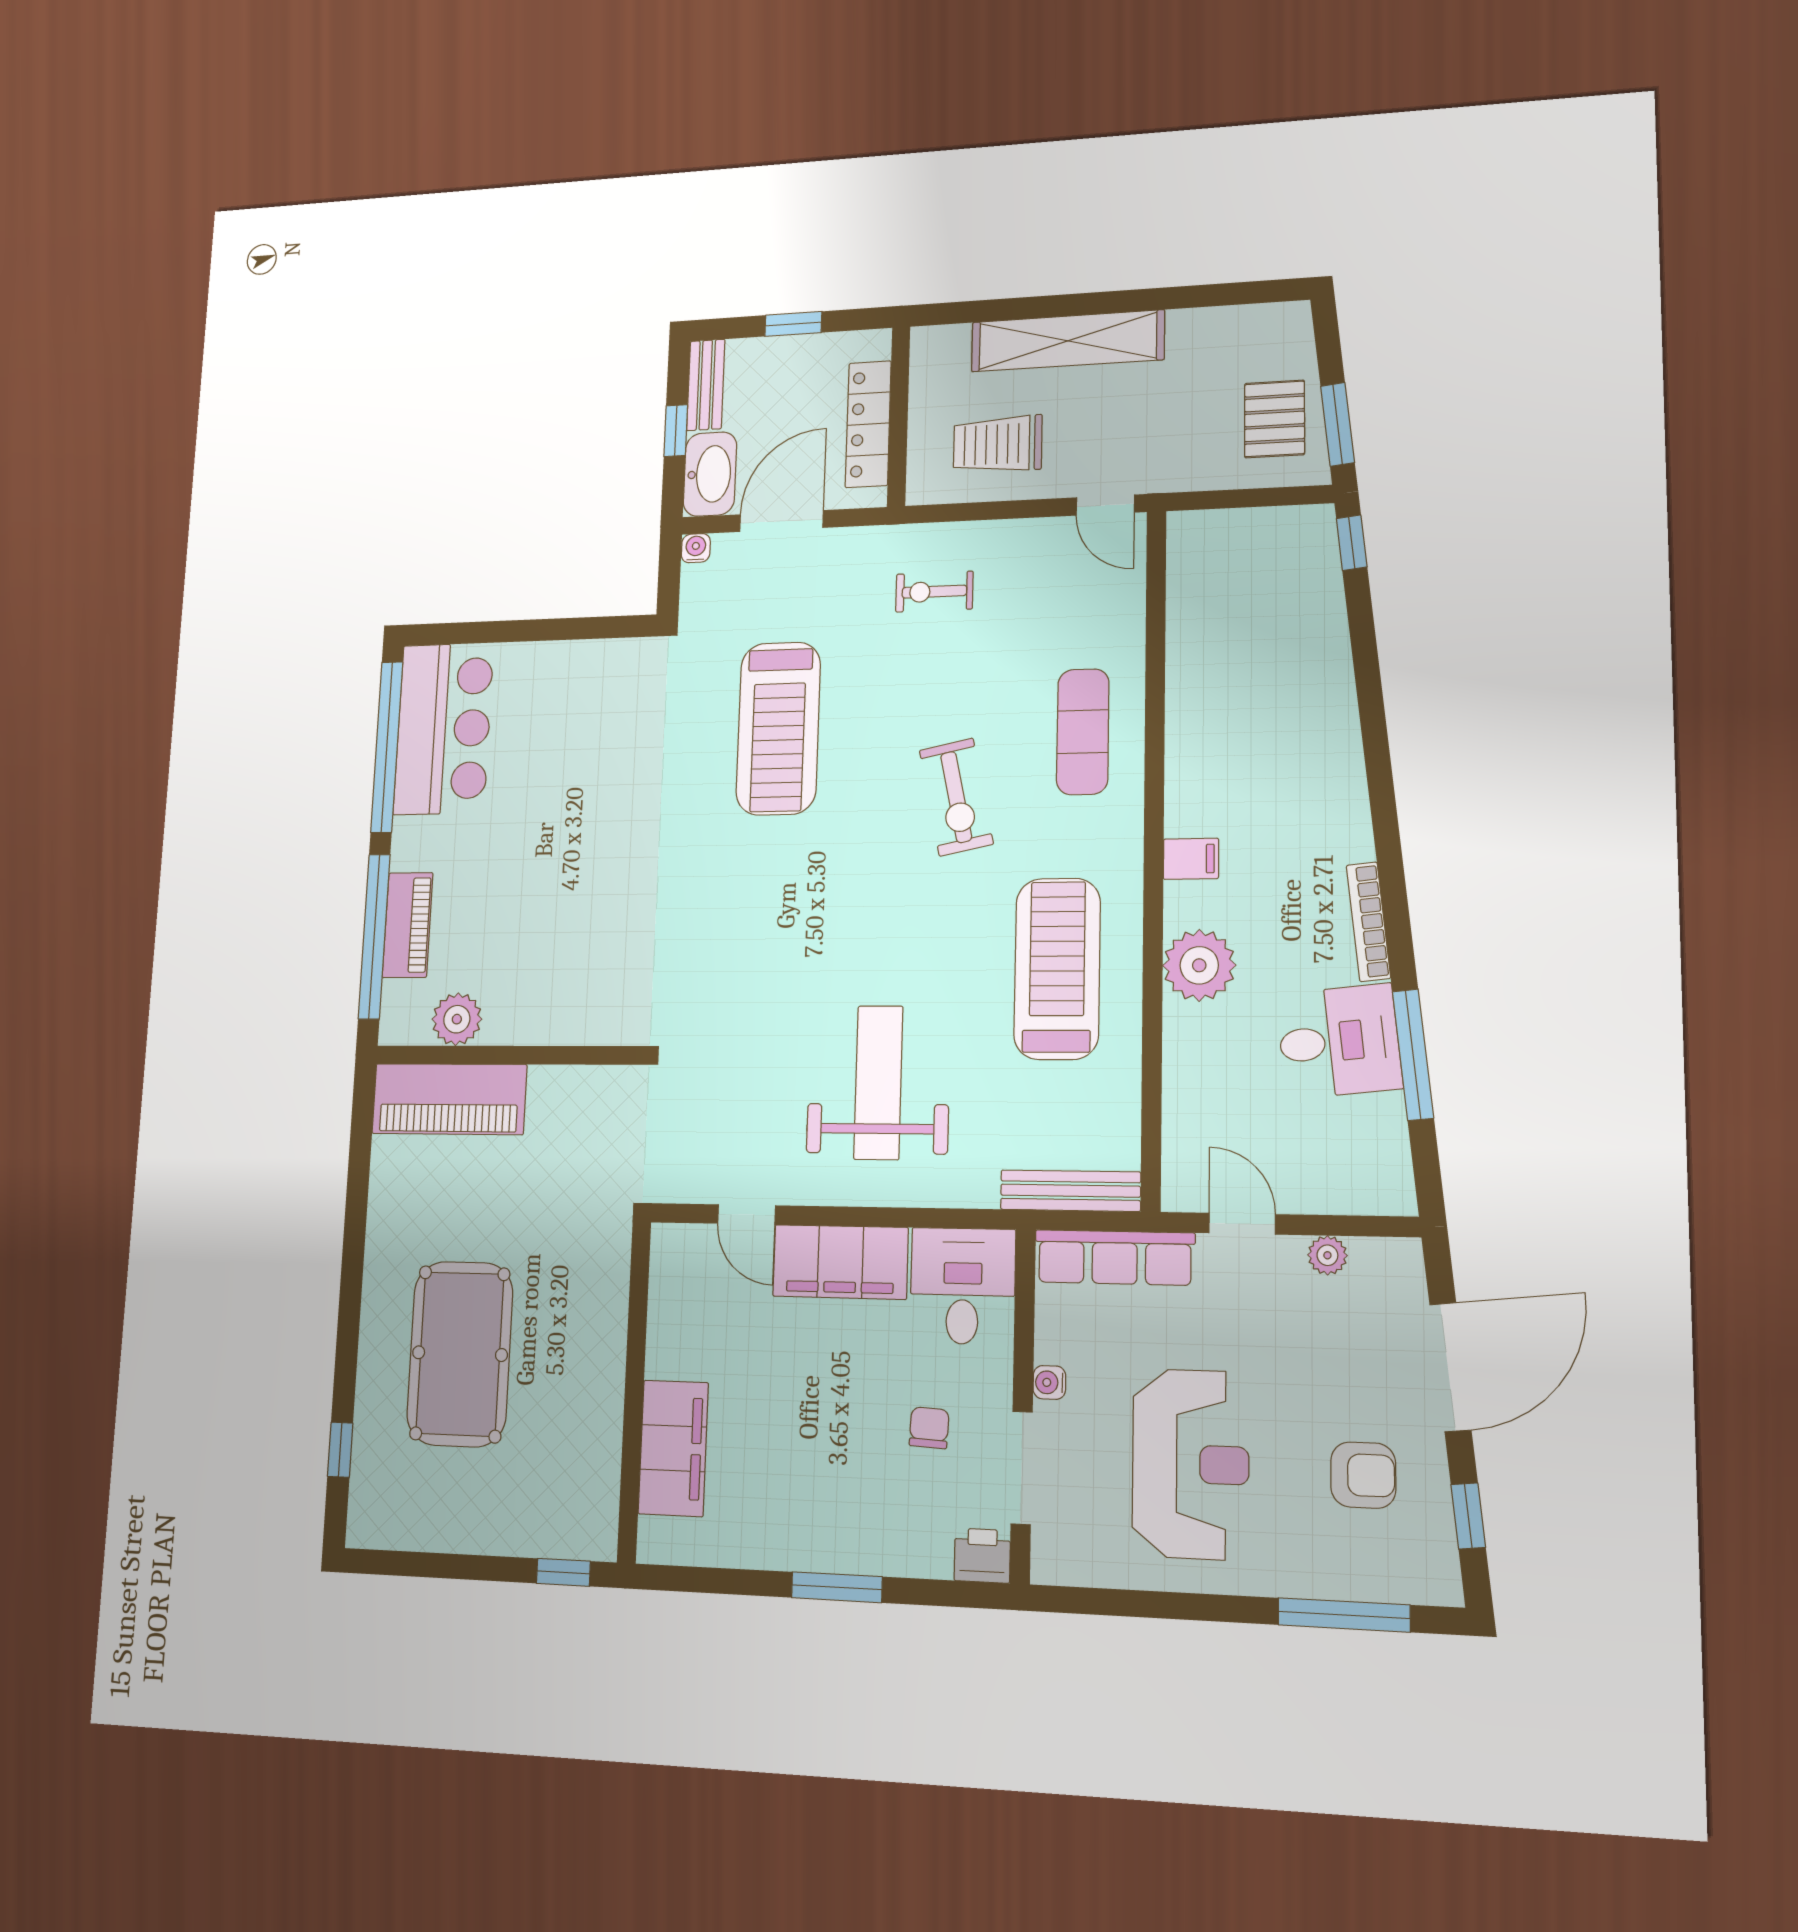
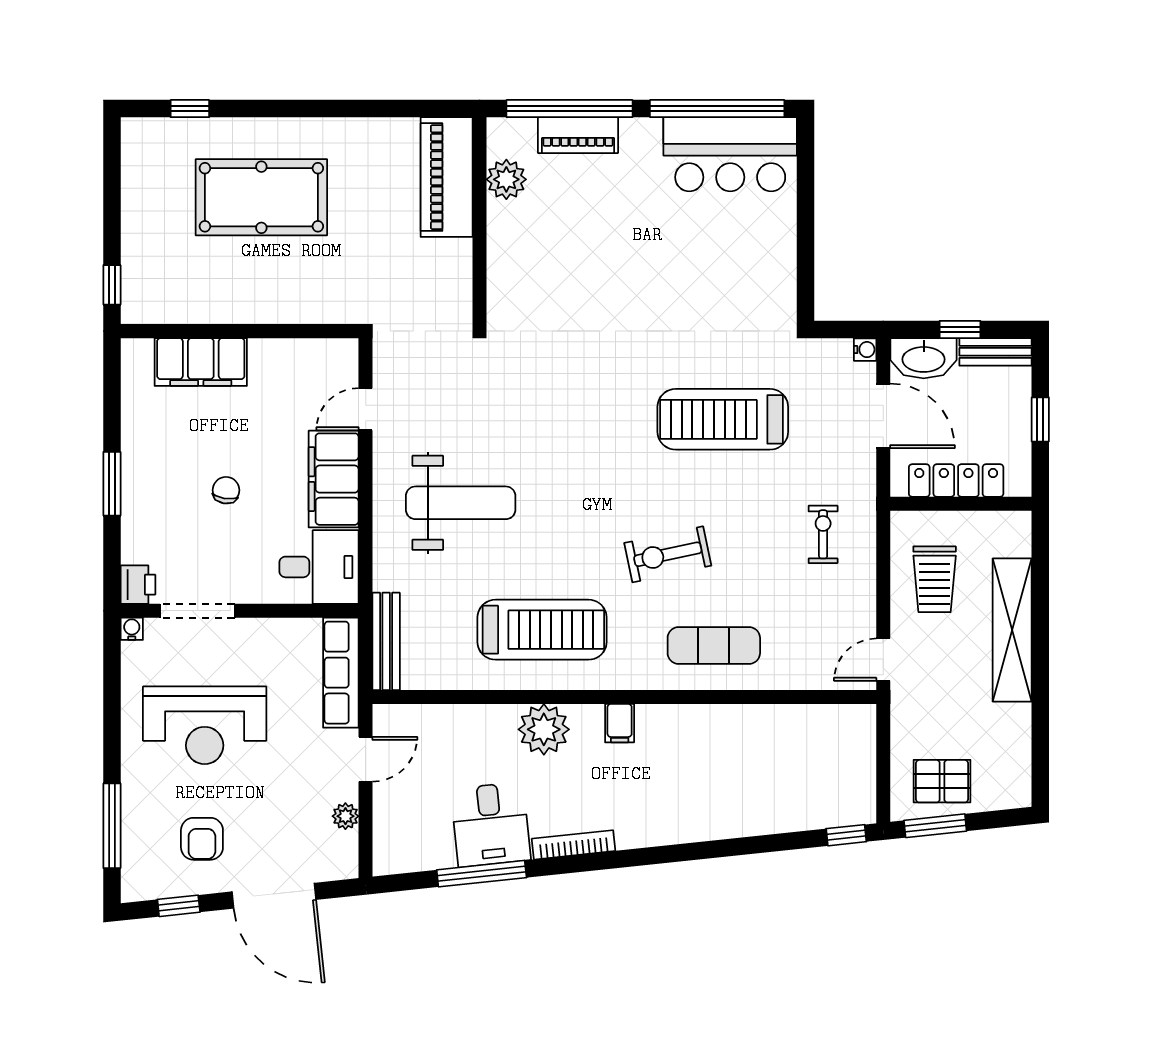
trolley: (998, 444) -> (935, 579), turned 180
water cooler: (1049, 1382) -> (132, 629), moved
chair: (929, 1428) -> (226, 490), moved, turned -84

